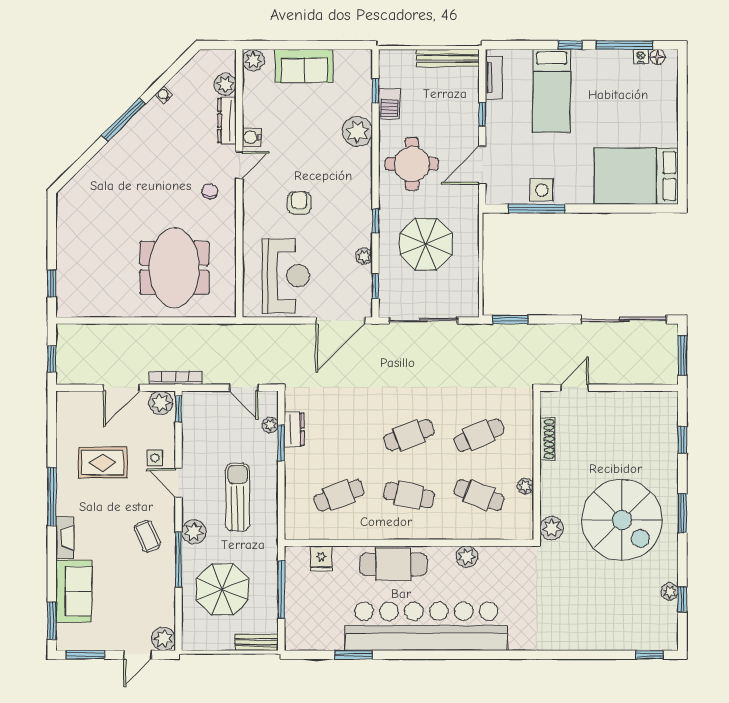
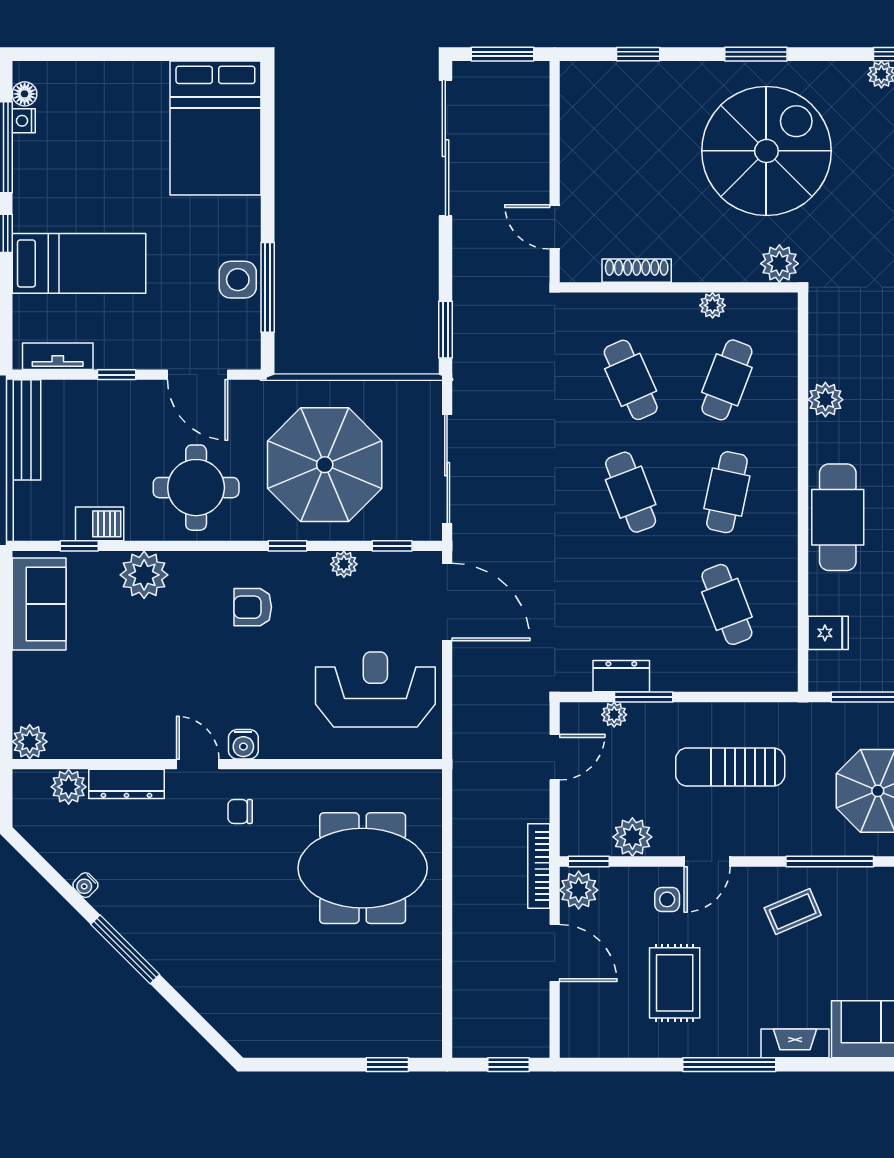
sofa: (304, 66) -> (39, 604), moved
water cooler: (252, 137) -> (243, 744), moved
armchair: (299, 203) -> (253, 607), moved
parasol: (426, 244) -> (325, 465), width x1.36, depth x1.36
plant: (194, 532) -> (632, 837), moved

